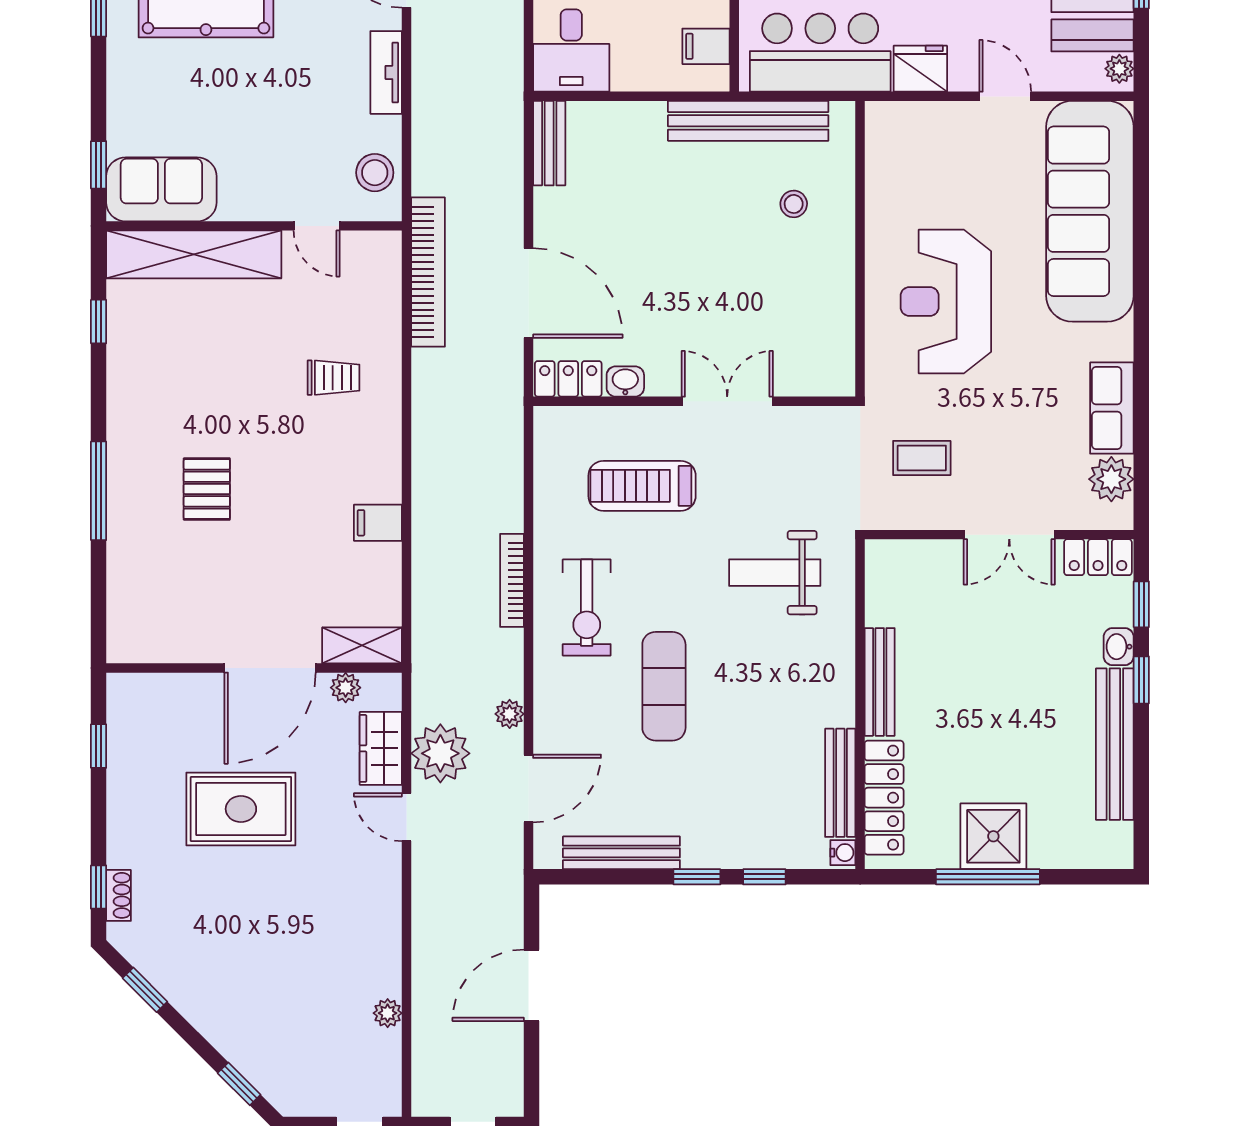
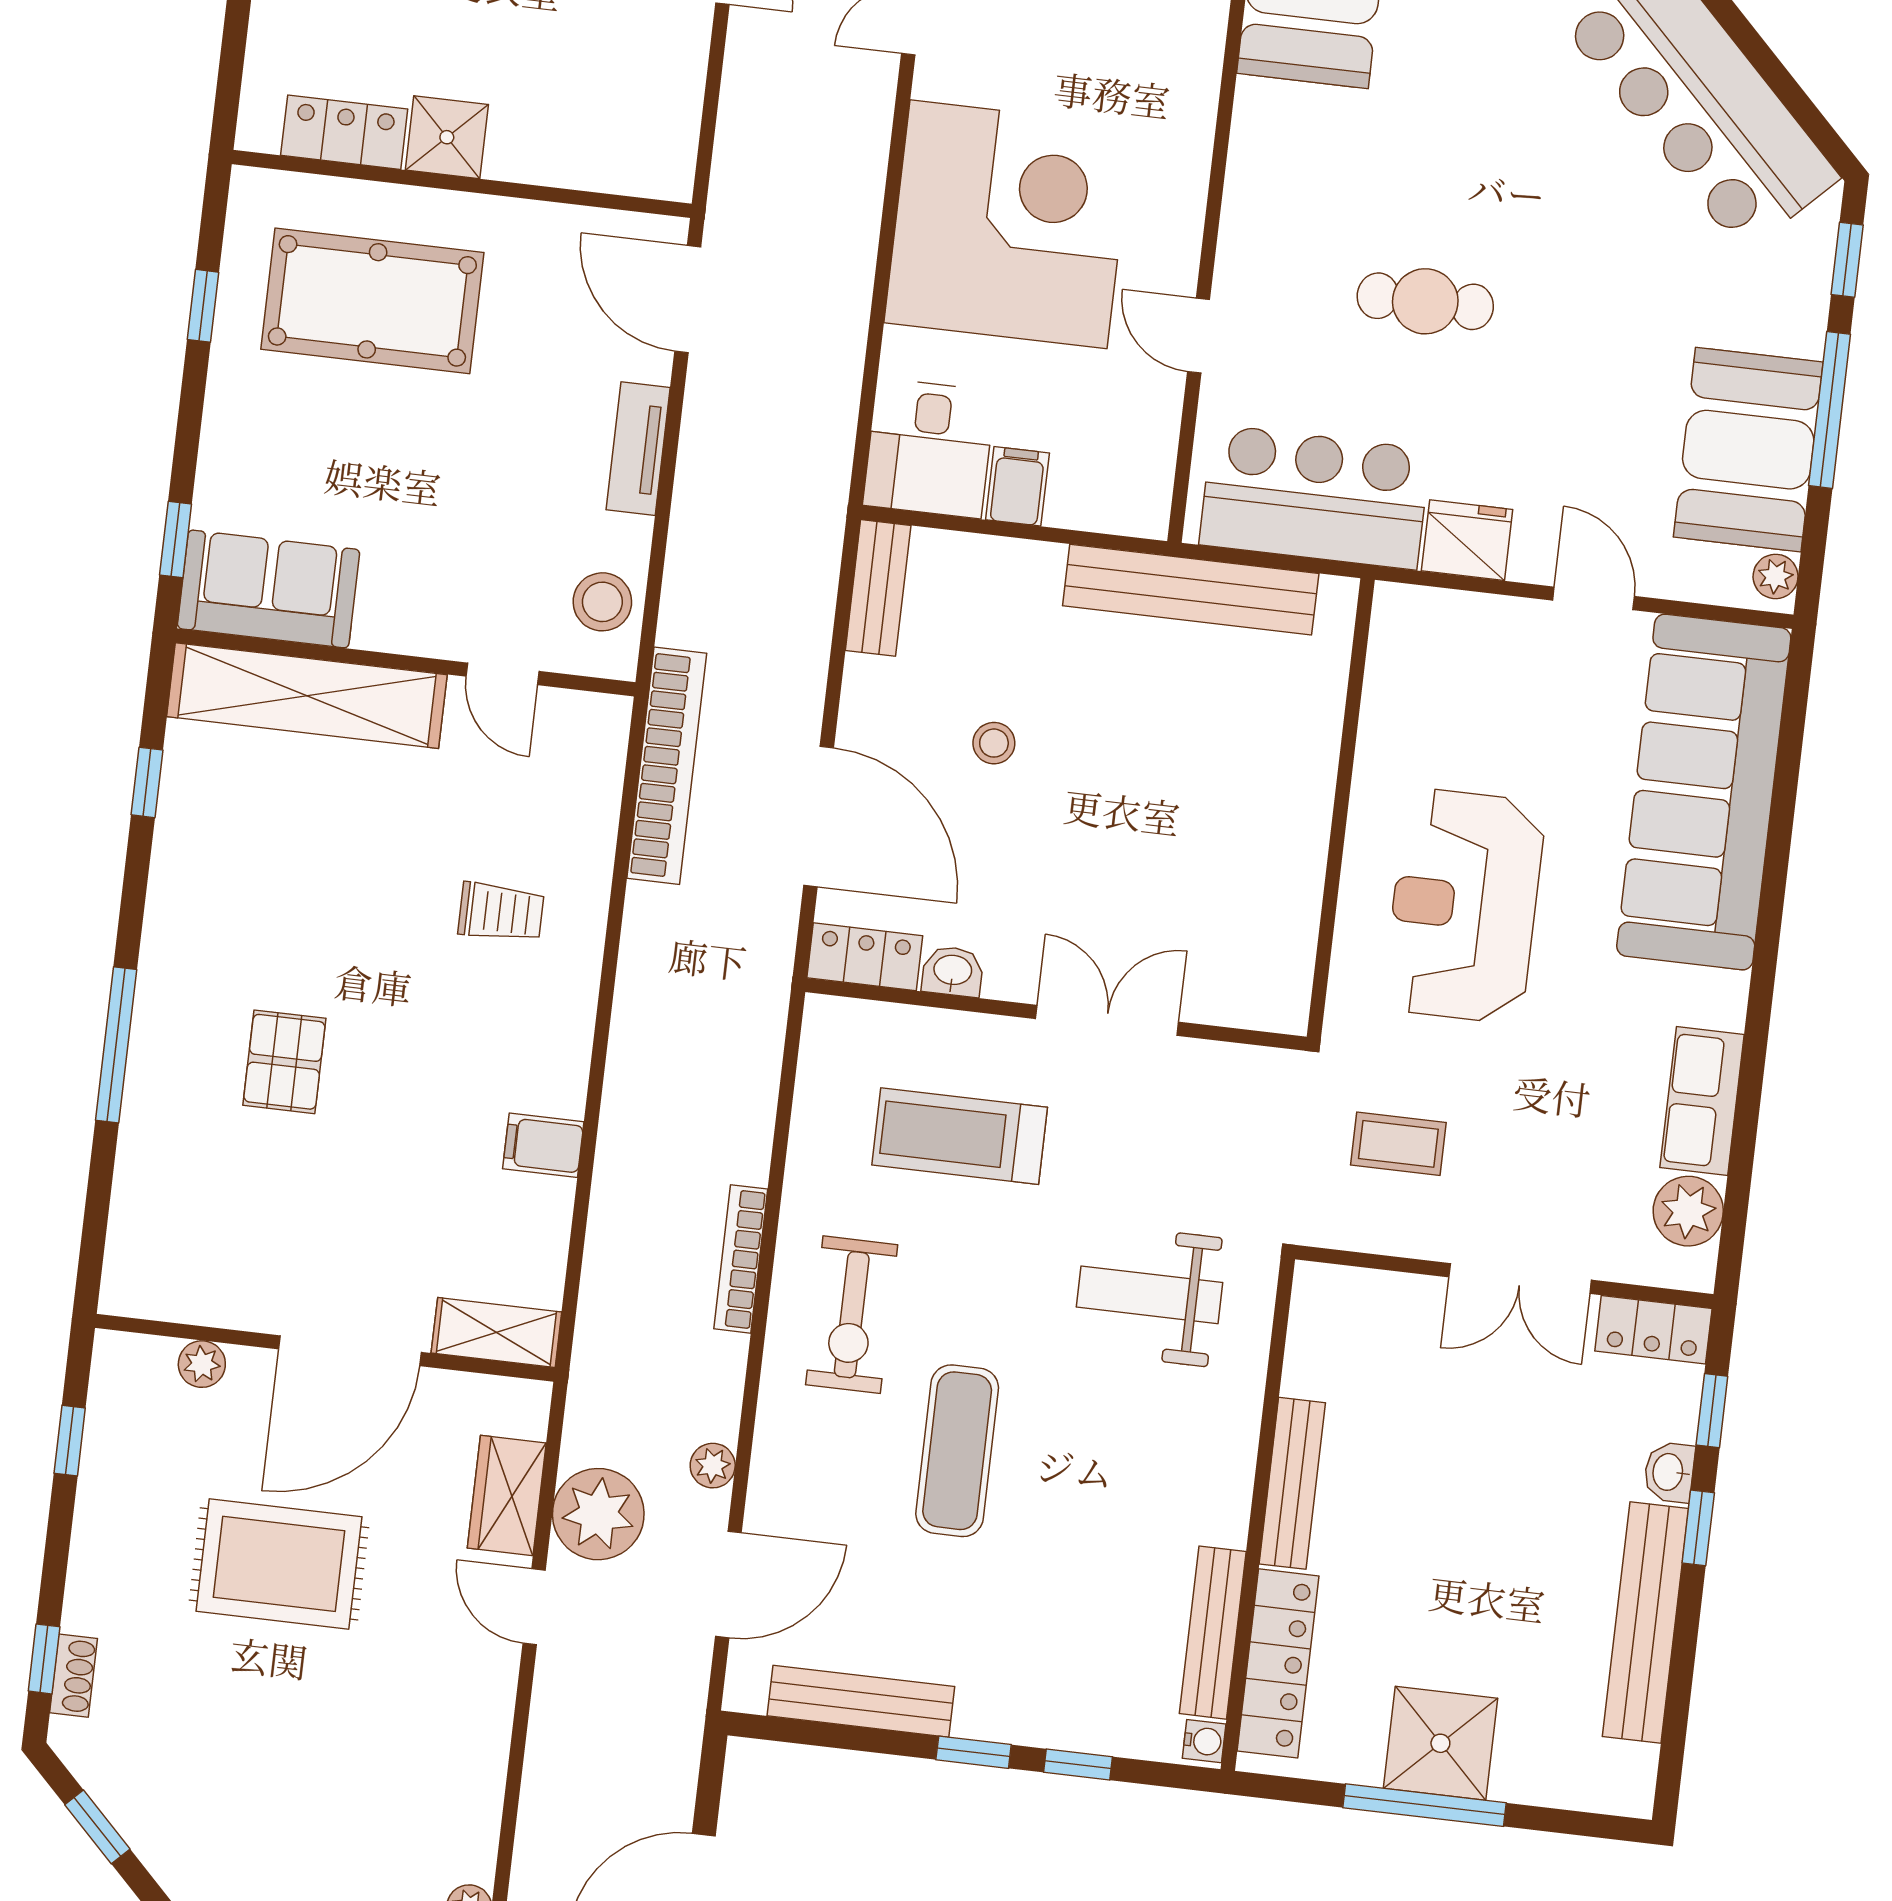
filing cabinet: (706, 46) -> (1017, 486), moved, turned 90
stool: (794, 204) -> (994, 743), moved
plant: (346, 688) -> (202, 1364), moved

